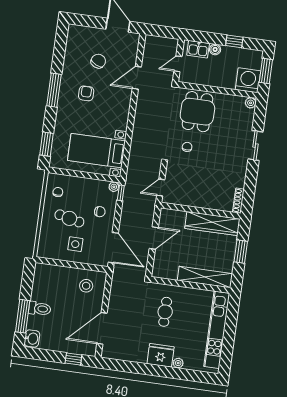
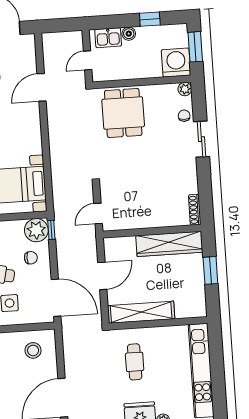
chair: (187, 147) -> (184, 116), moved
plant: (114, 187) -> (36, 230), width x1.87, depth x1.87
shelving: (205, 277) -> (141, 312), moved

